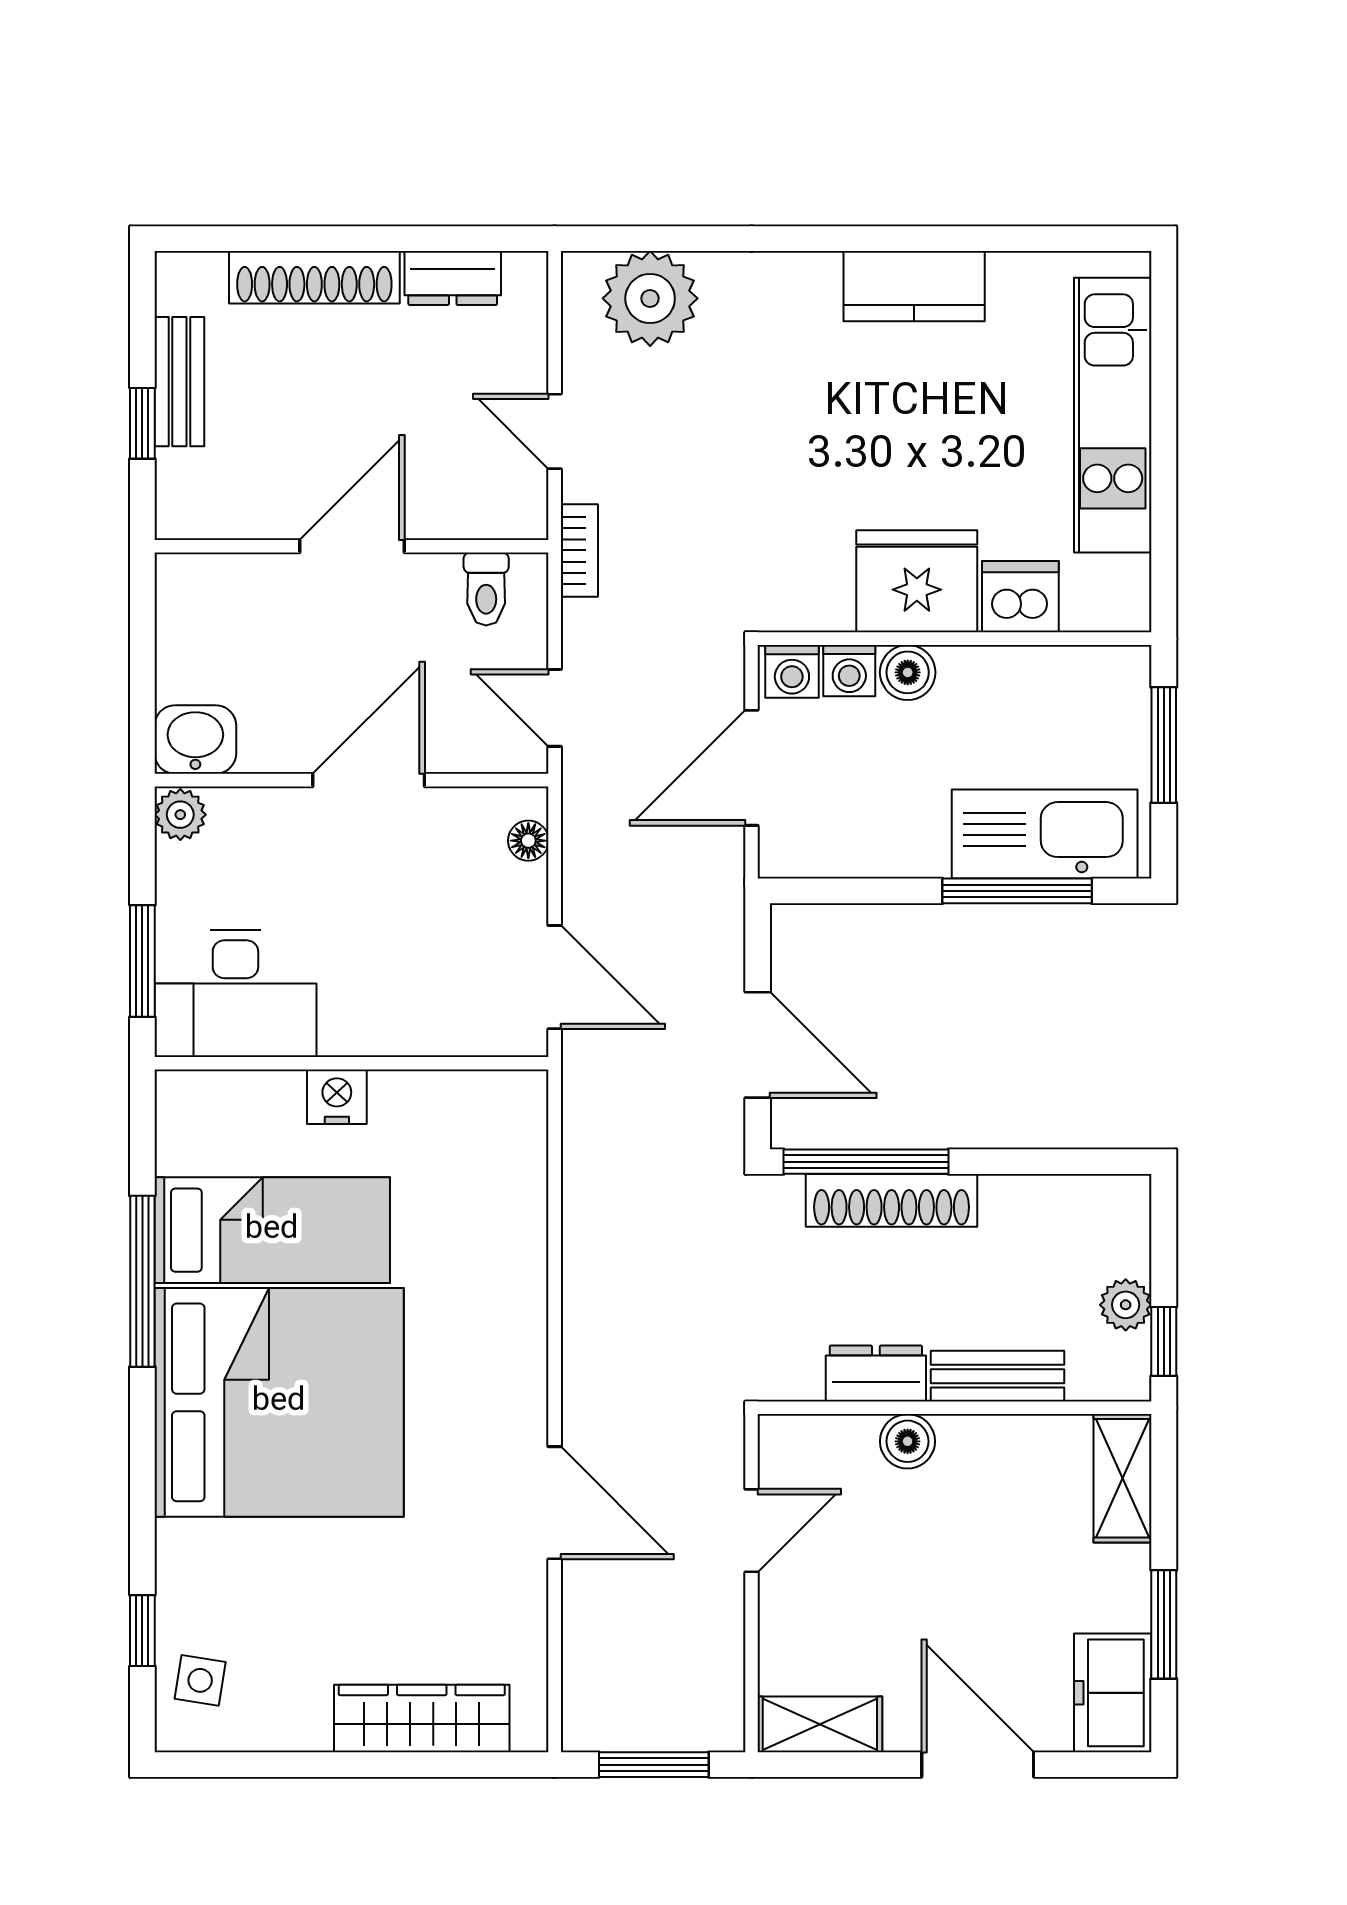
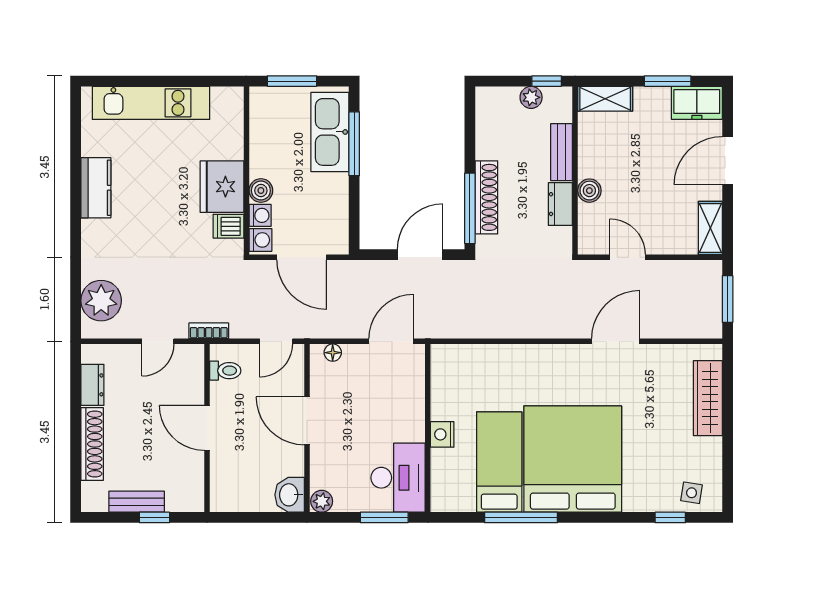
dishwasher: (1020, 597) -> (229, 226), moved, width x0.73

